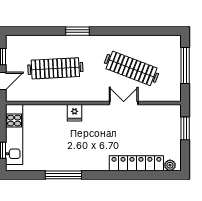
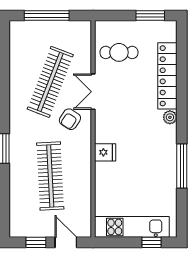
armchair: (101, 84) -> (70, 119), added
cafe table: (155, 124) -> (119, 52), added
window: (185, 128) -> (150, 16), moved
plant: (170, 165) -> (170, 117), moved

